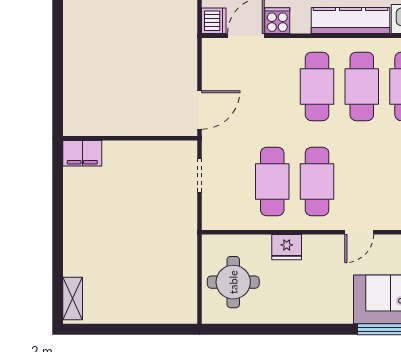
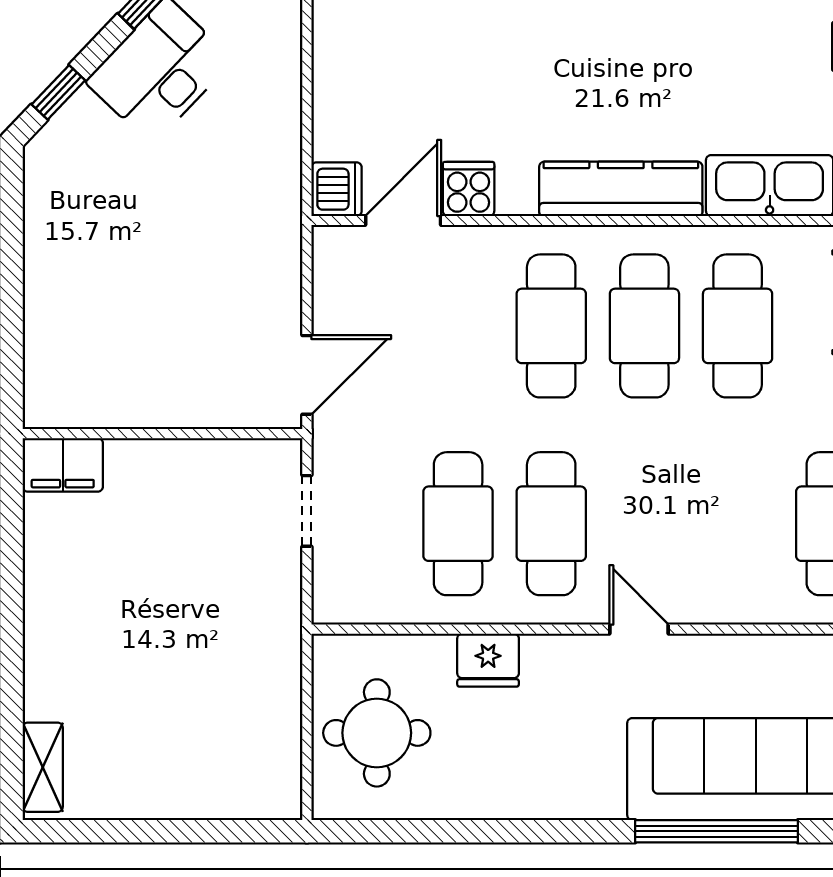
door: (359, 232) -> (639, 629), swing flipped

